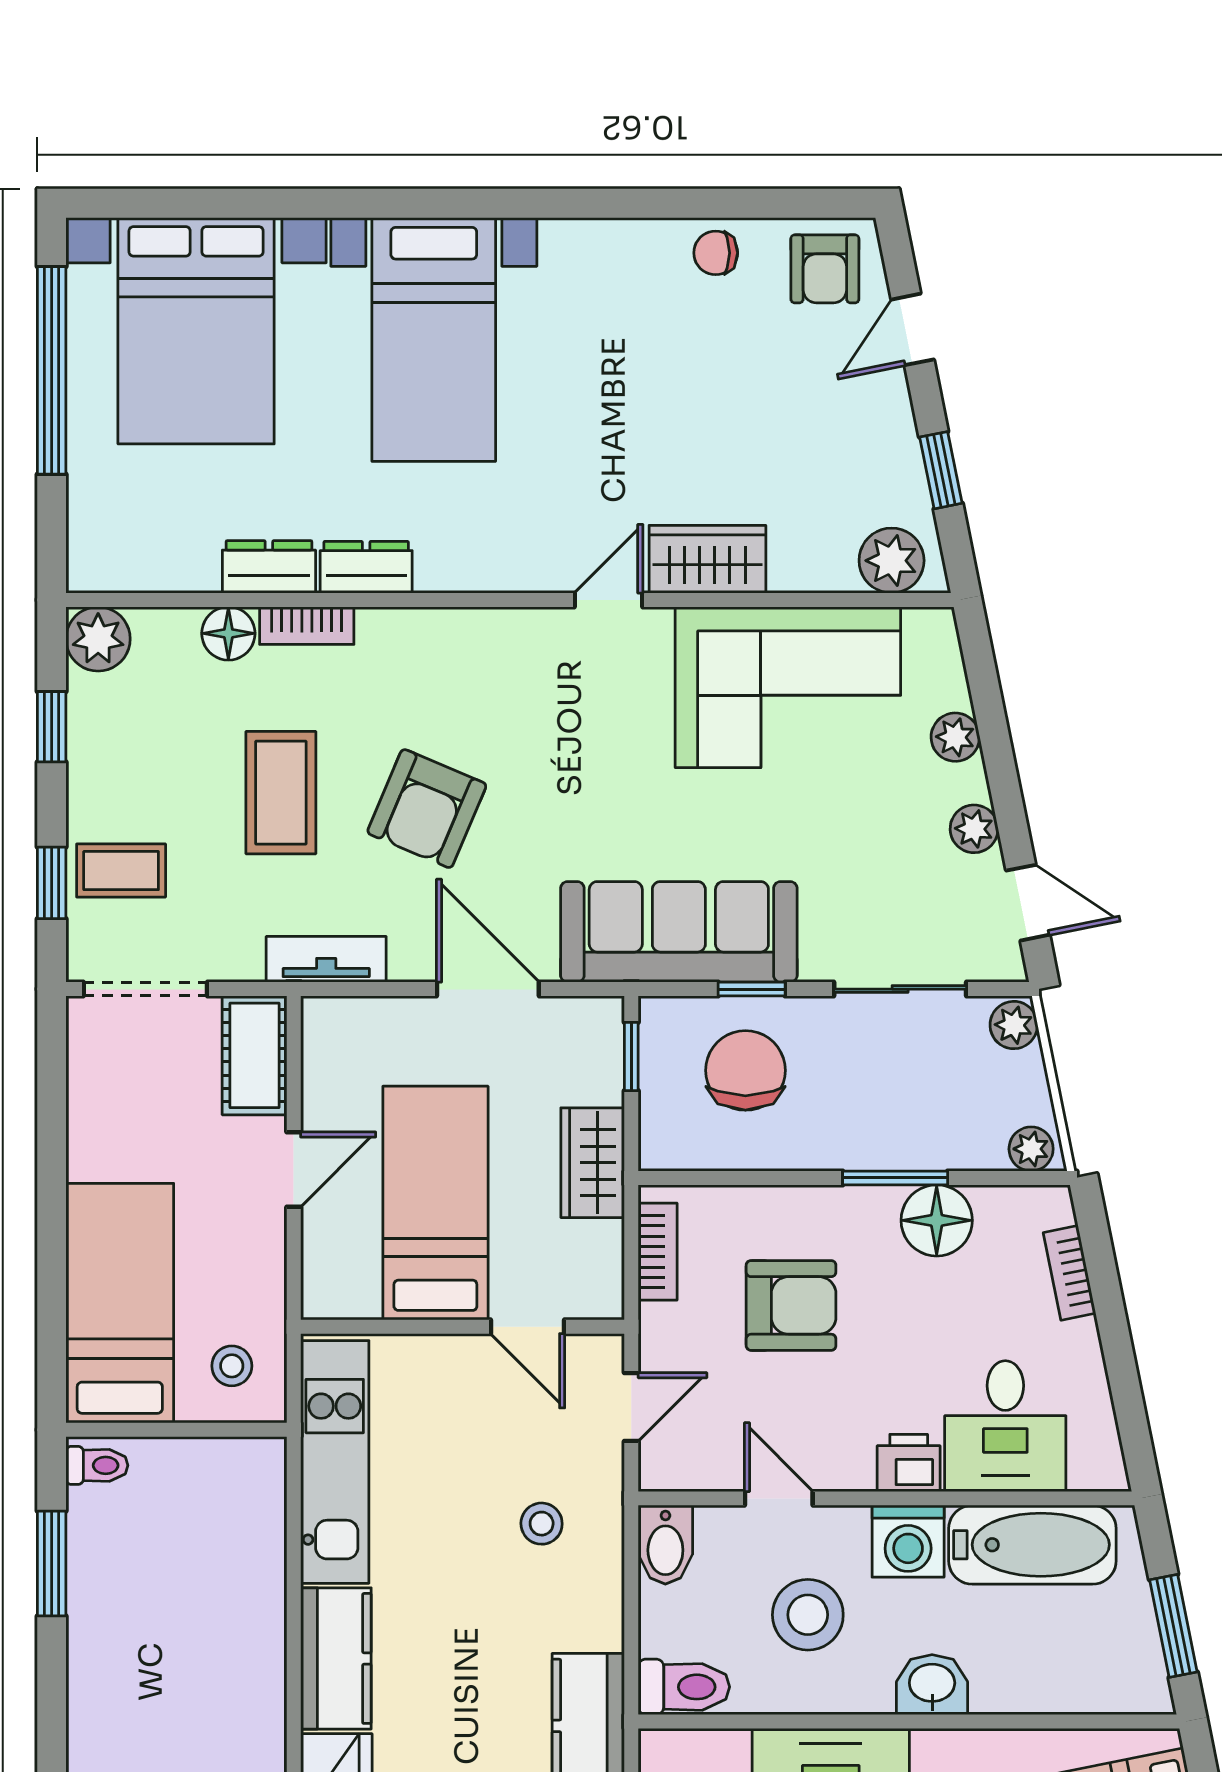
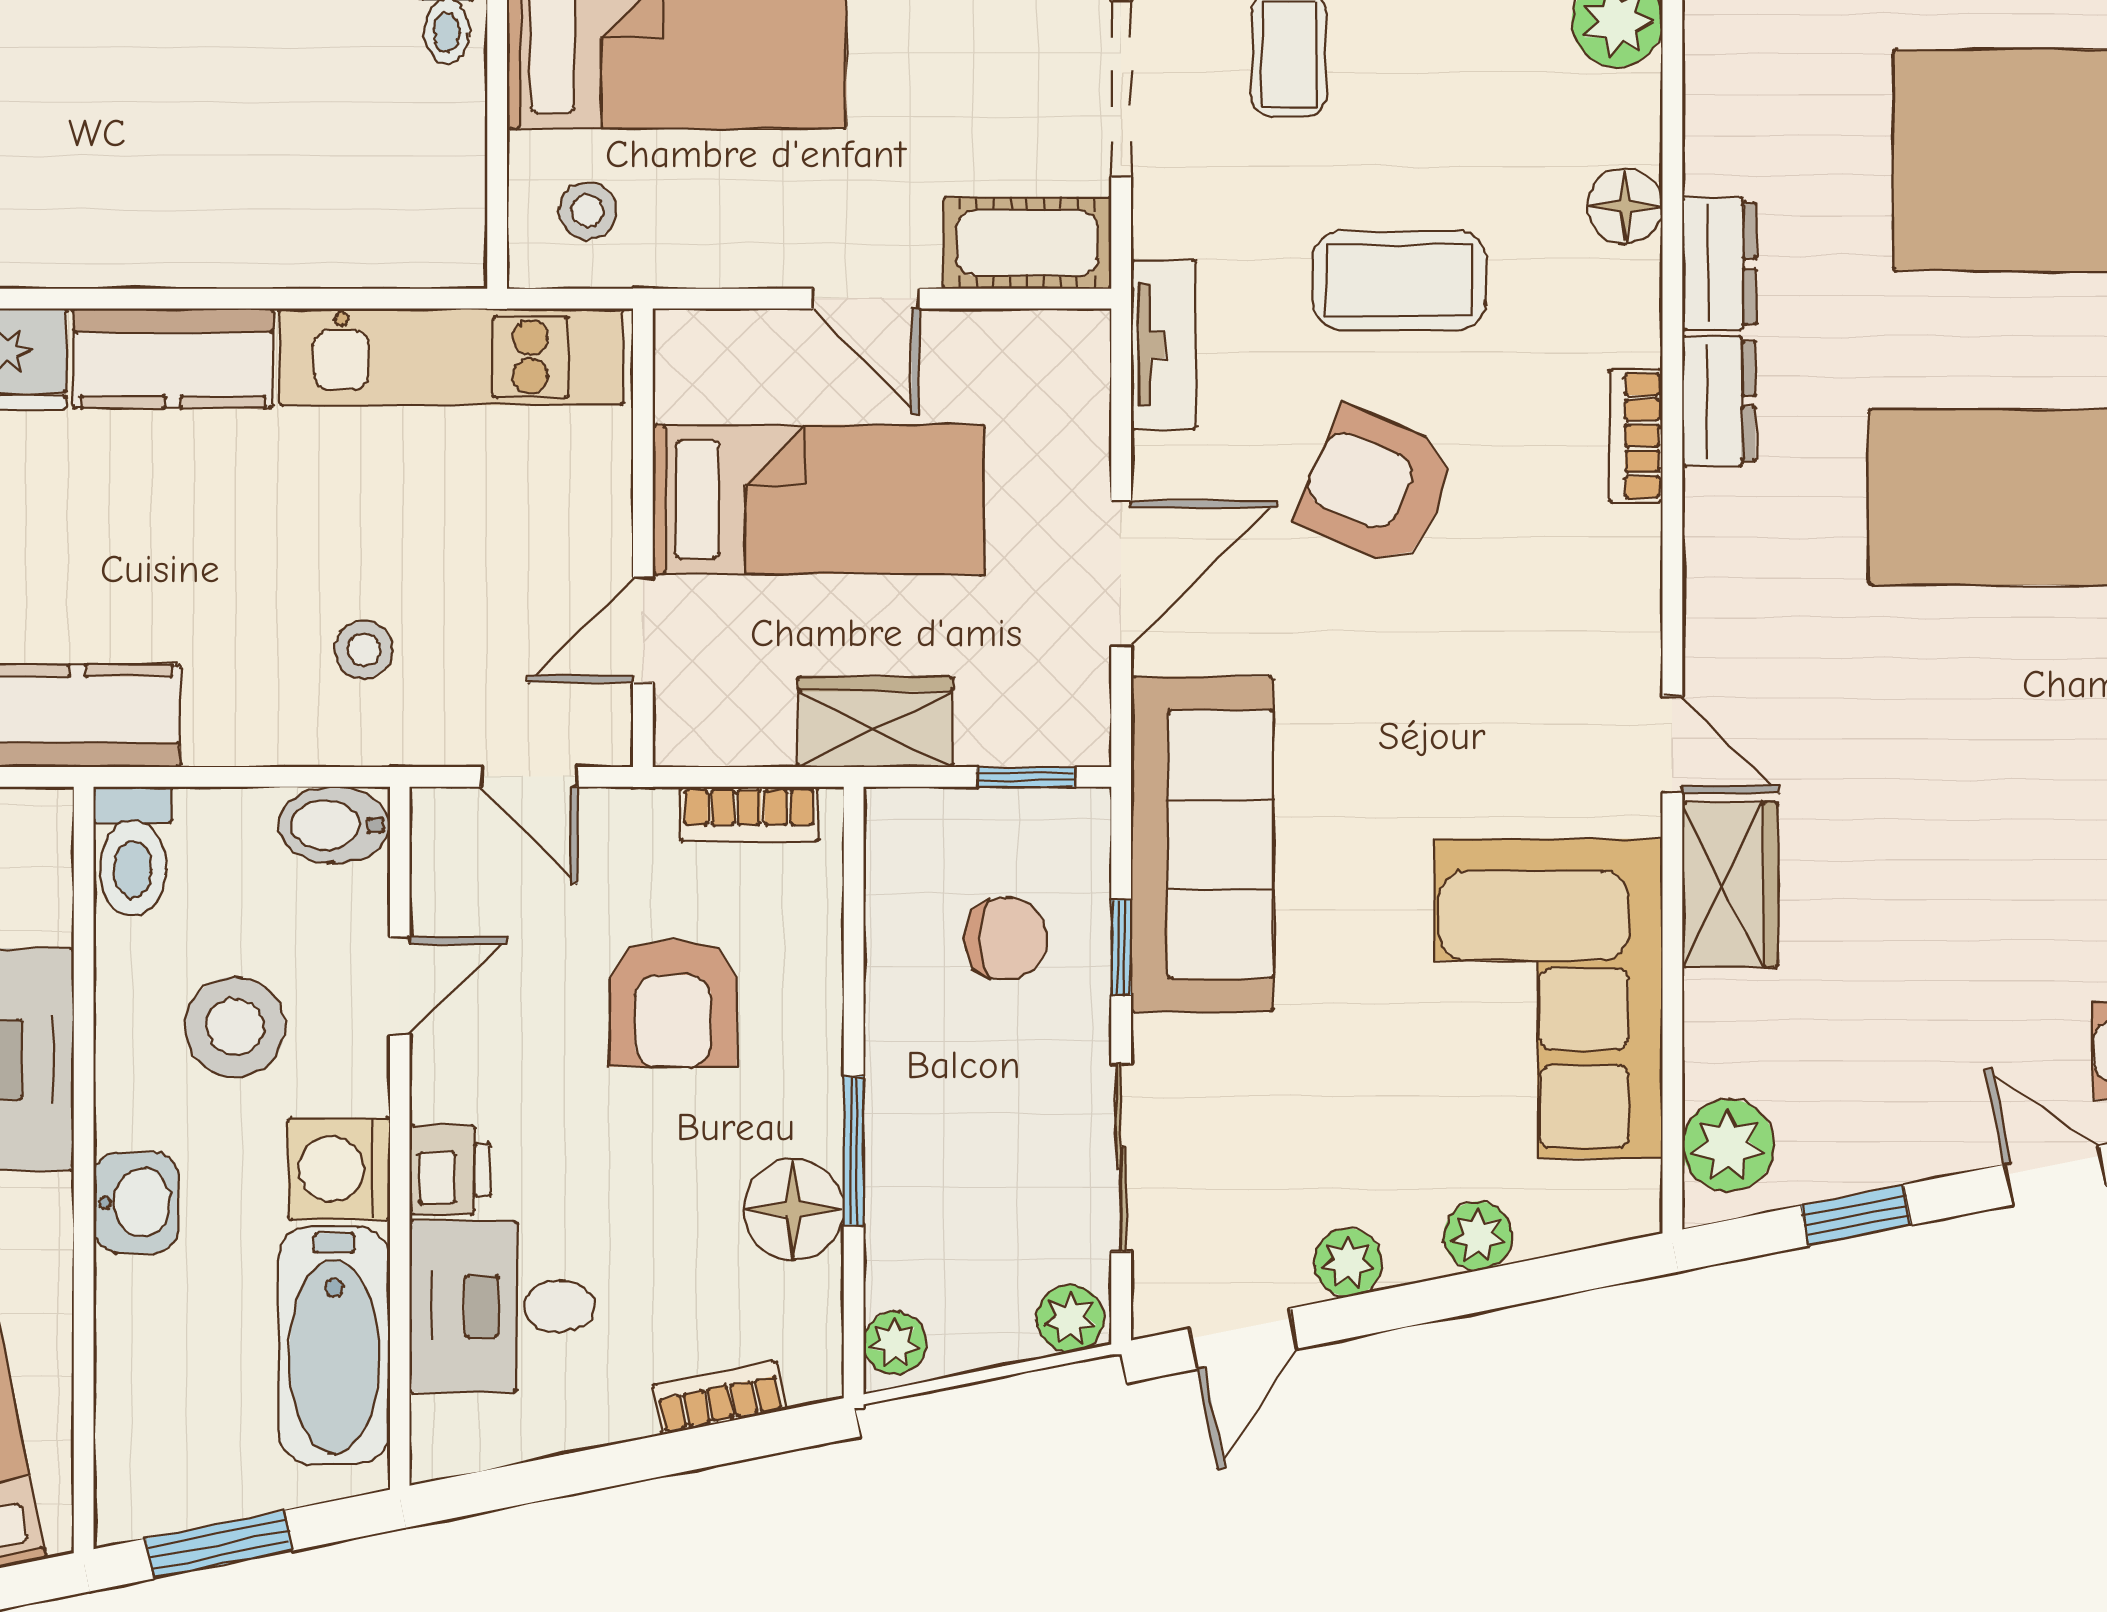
bookcase: (307, 626) -> (1636, 436), moved
chair: (745, 1070) -> (1006, 939), width x0.73, depth x0.73

